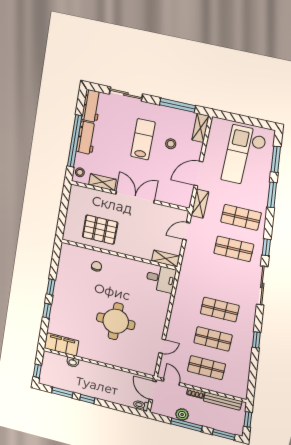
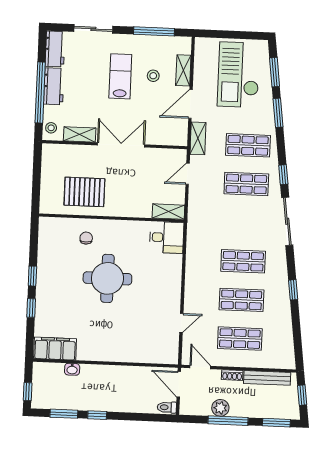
shelving: (200, 128) -> (183, 70), moved
round table: (116, 321) -> (107, 278), moved

